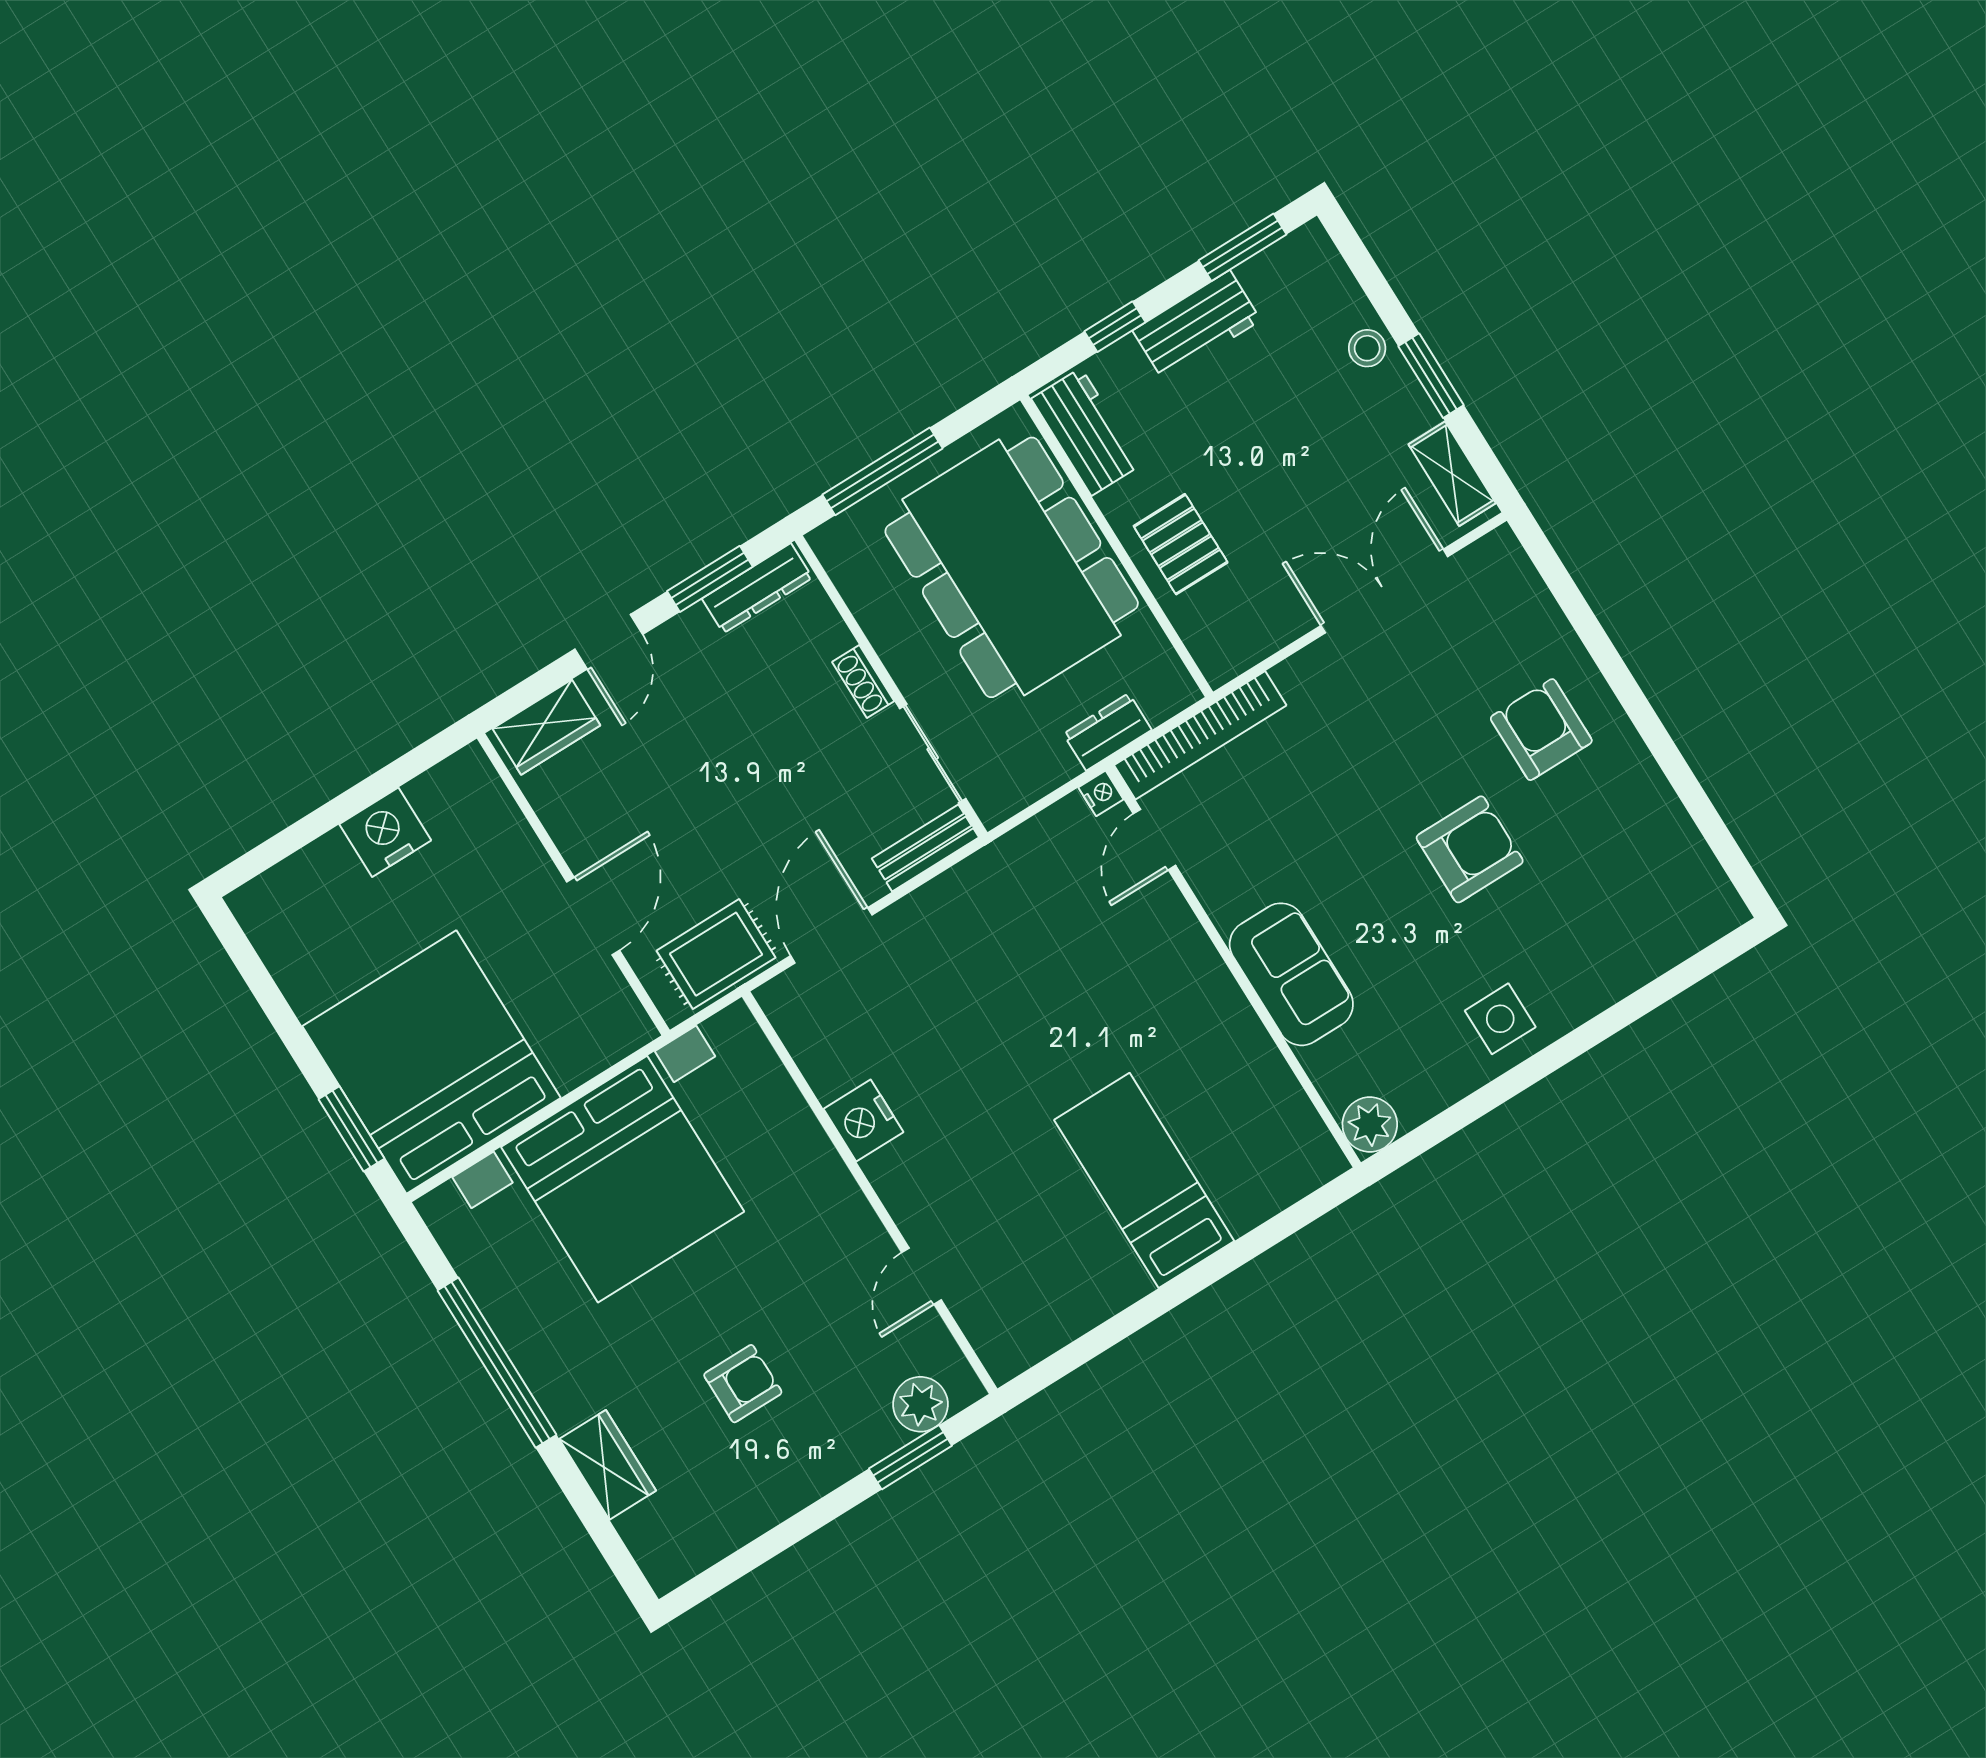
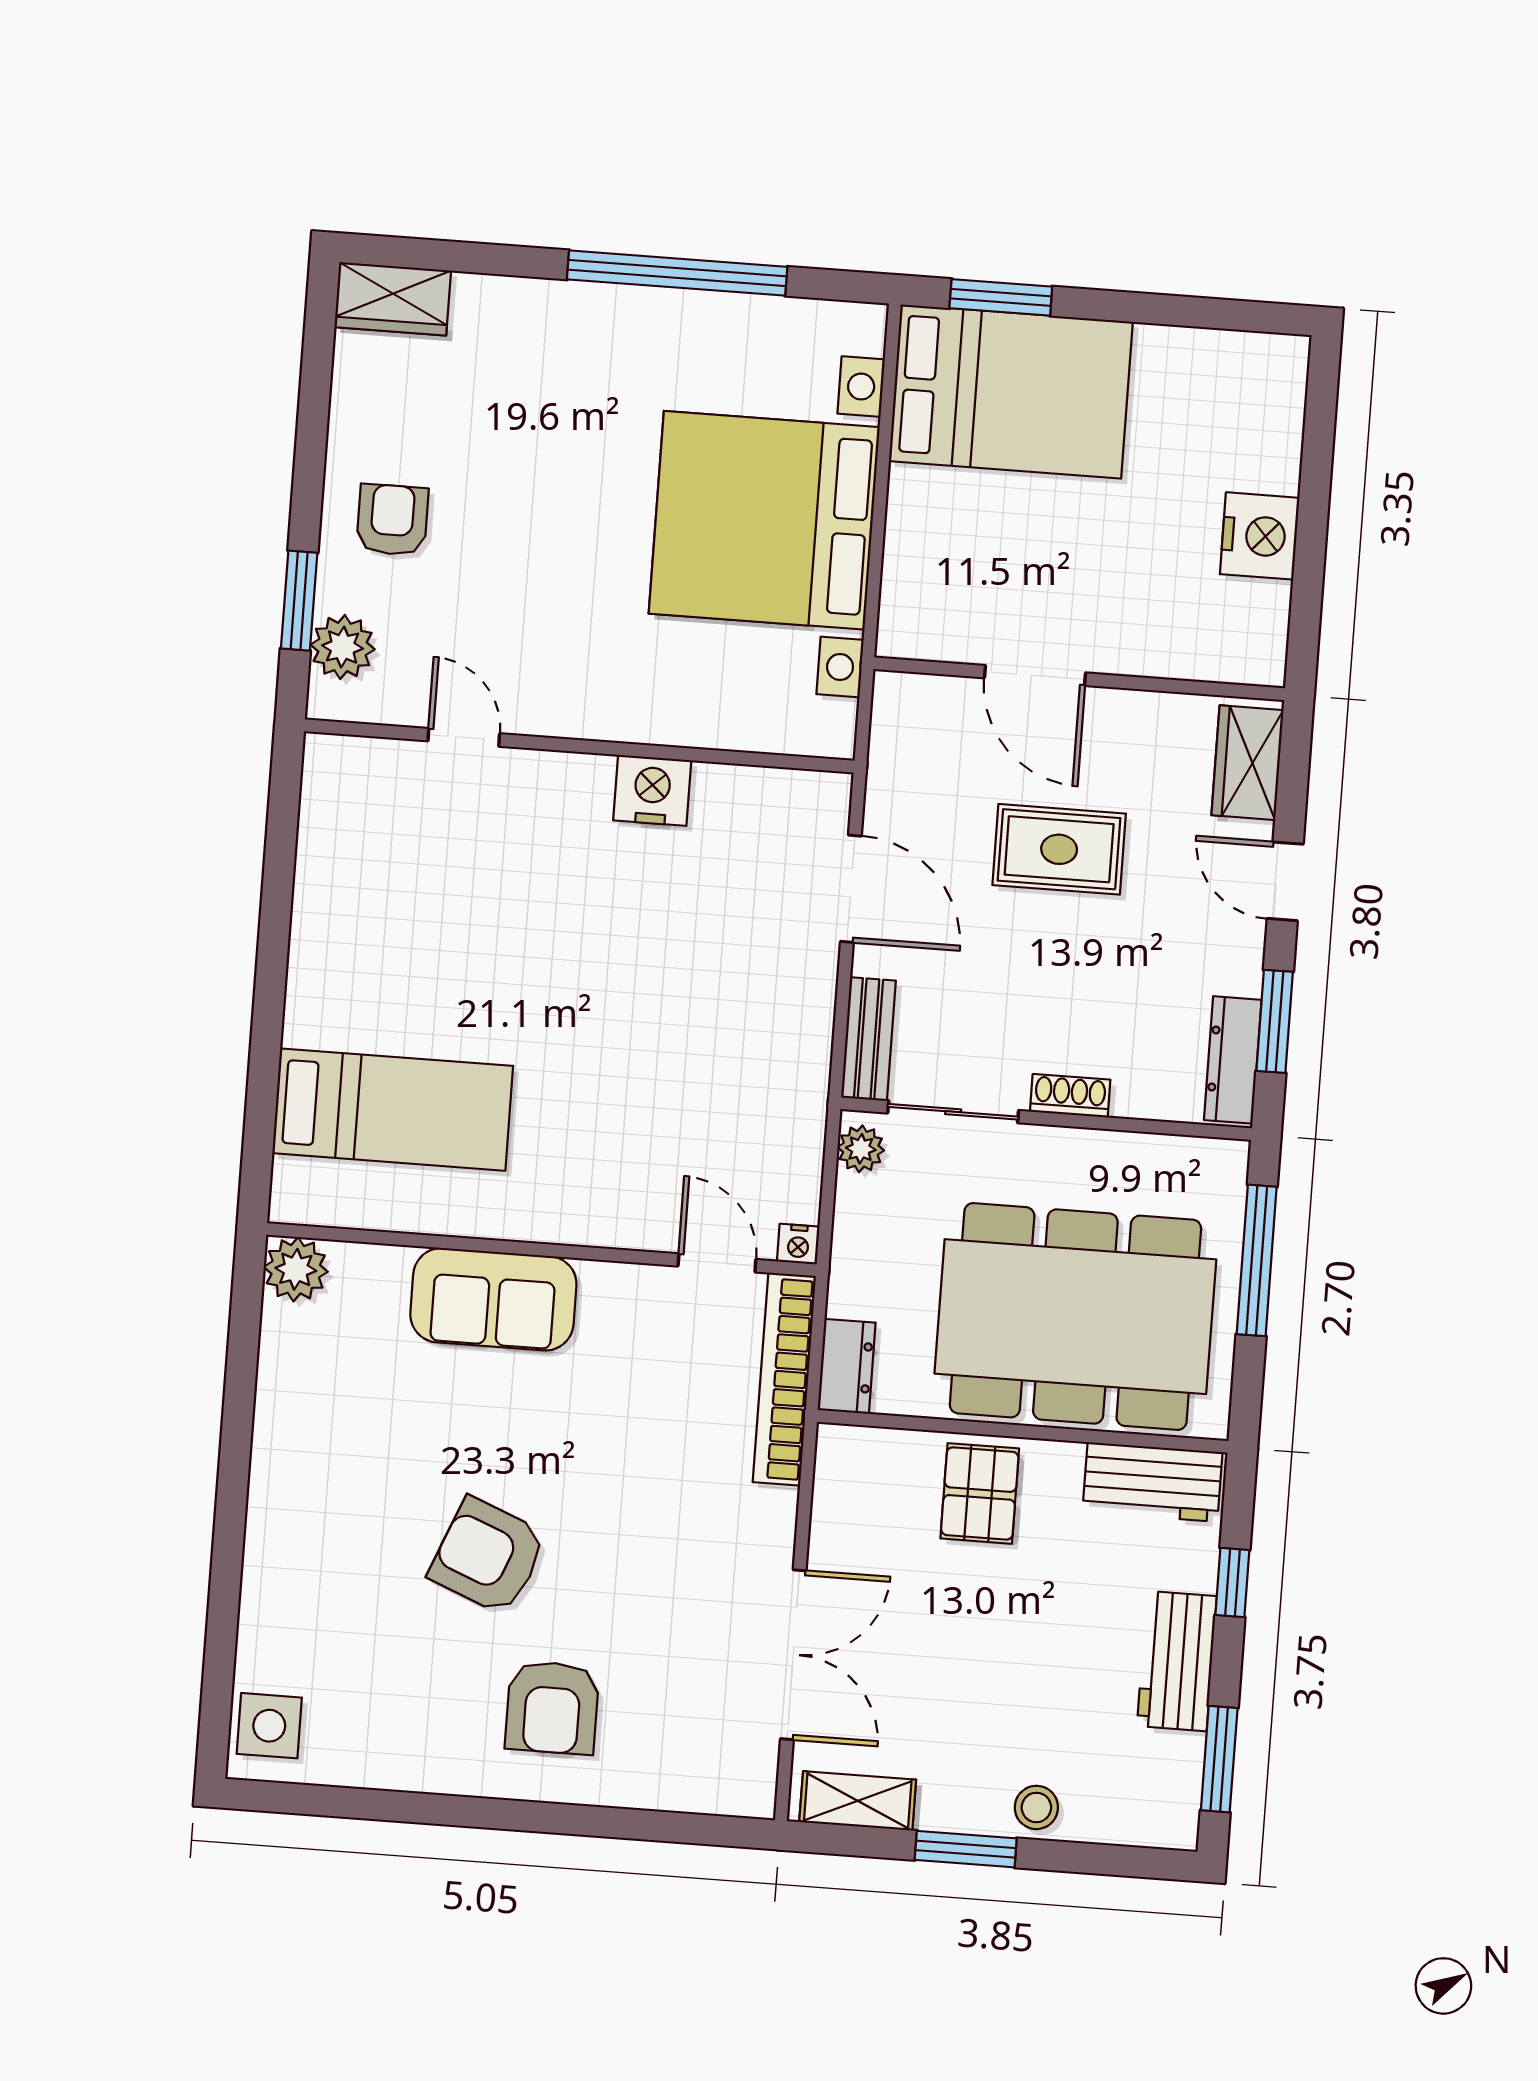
pallet: (1181, 544) -> (980, 1493), turned 90
armchair: (1541, 730) -> (552, 1708), turned 90
dresser: (1107, 732) -> (847, 1366), moved
plant: (1004, 798) -> (861, 1149), added
armchair: (1470, 849) -> (488, 1556), turned 112
rug: (716, 954) -> (1059, 849), moved, turned 90
side table: (1500, 1019) -> (269, 1726), moved
bed: (431, 1062) -> (1011, 392), width x0.73
bed: (1144, 1180) -> (393, 1110), moved
armchair: (743, 1384) -> (392, 520), moved, turned 180
wardrobe: (608, 1465) -> (393, 299), moved

